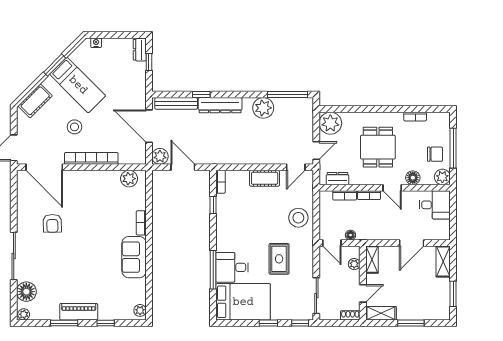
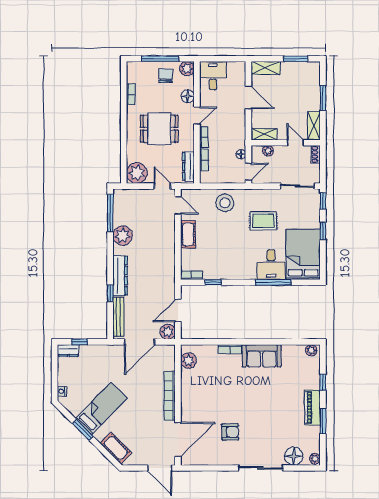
stool: (74, 127) -> (140, 411), removed
dresser: (337, 179) -> (188, 166), width x1.44

